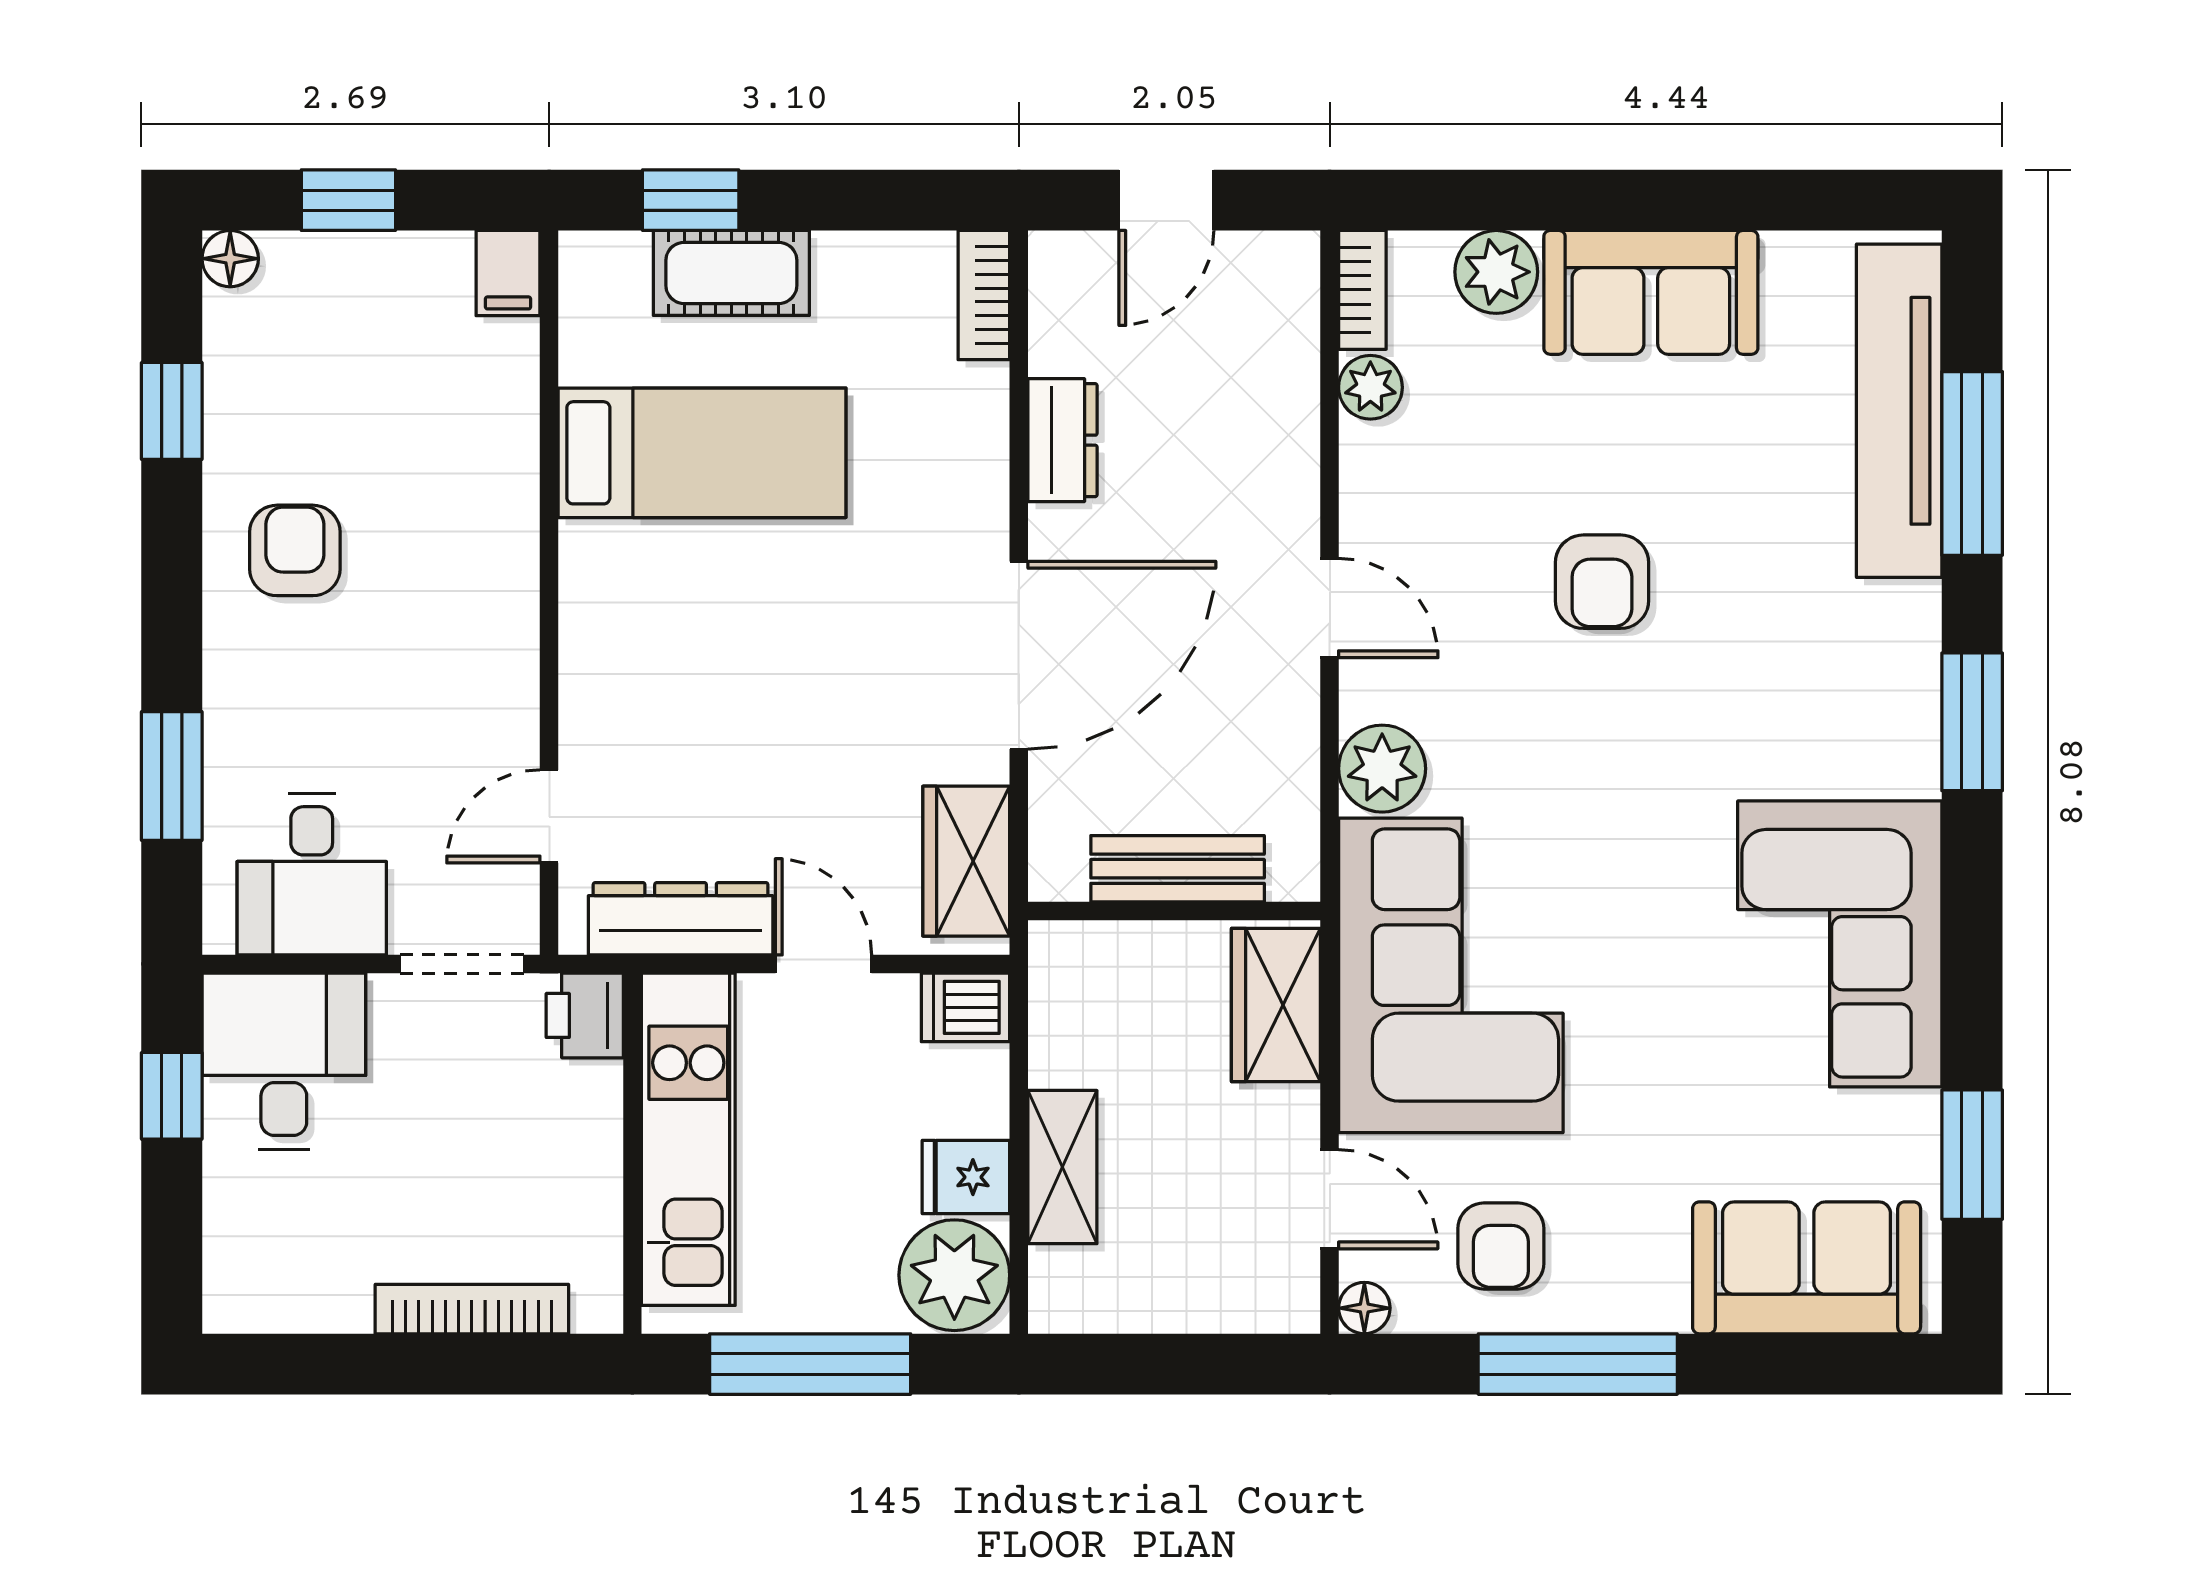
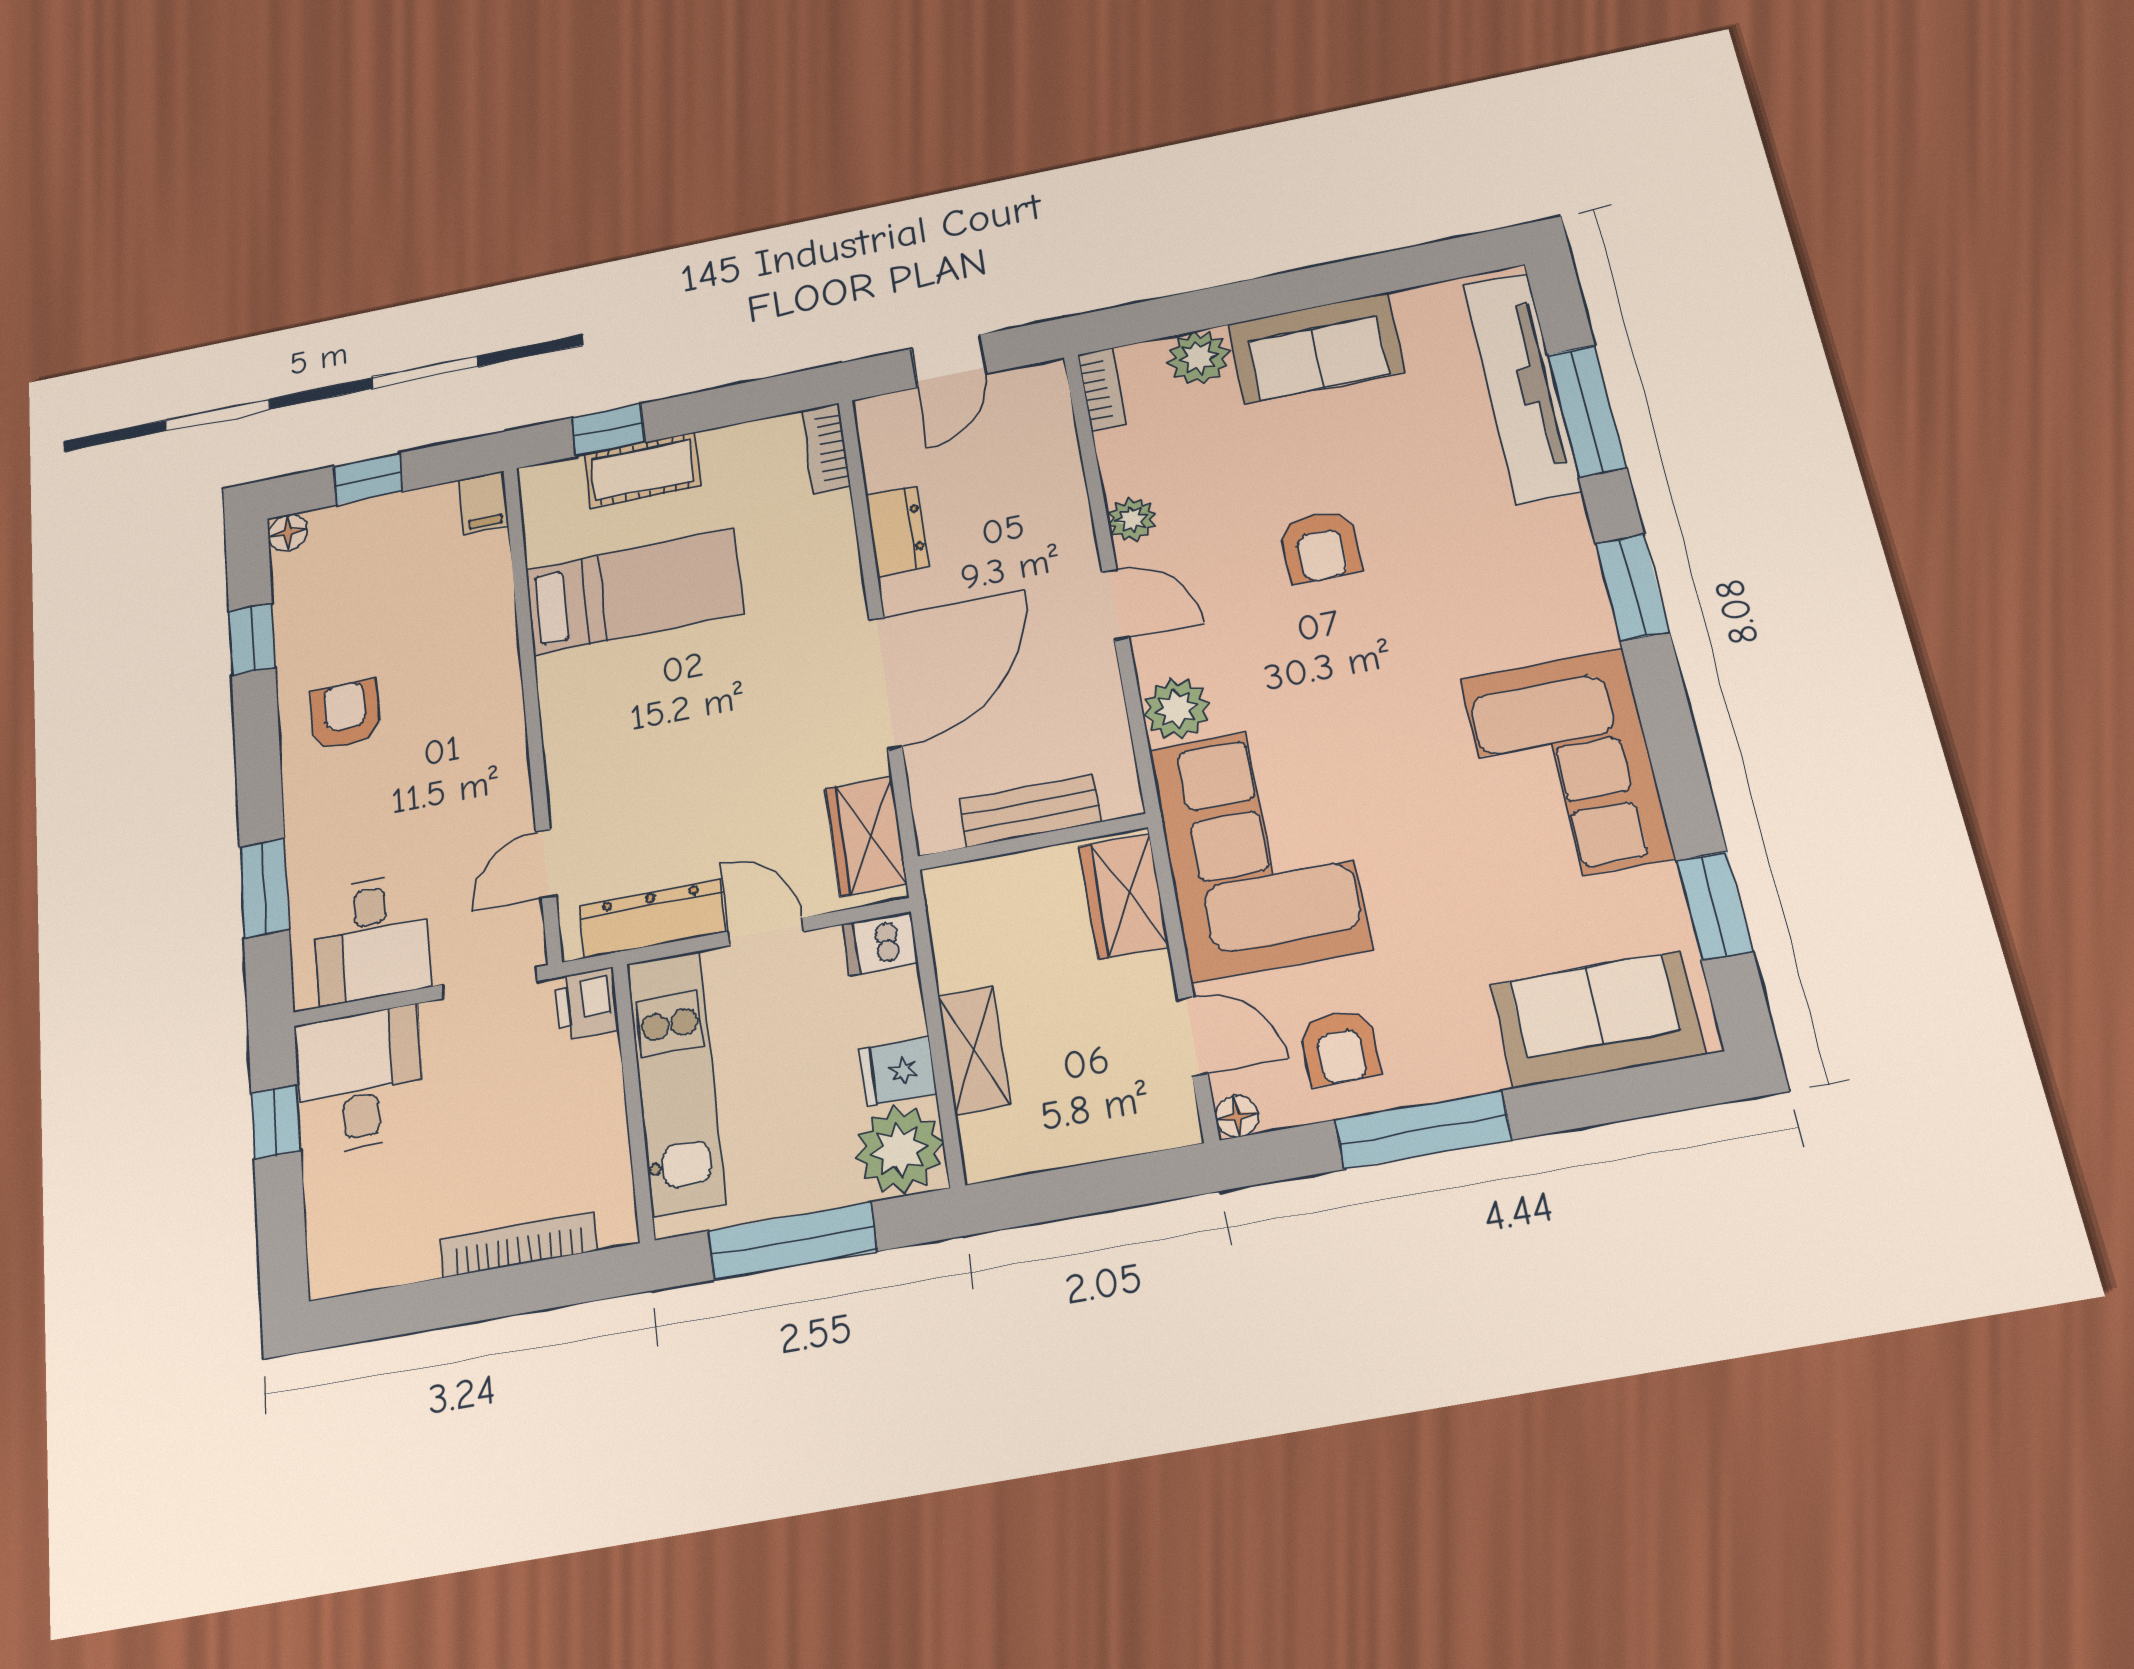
plant: (1370, 387) -> (1132, 519), moved

